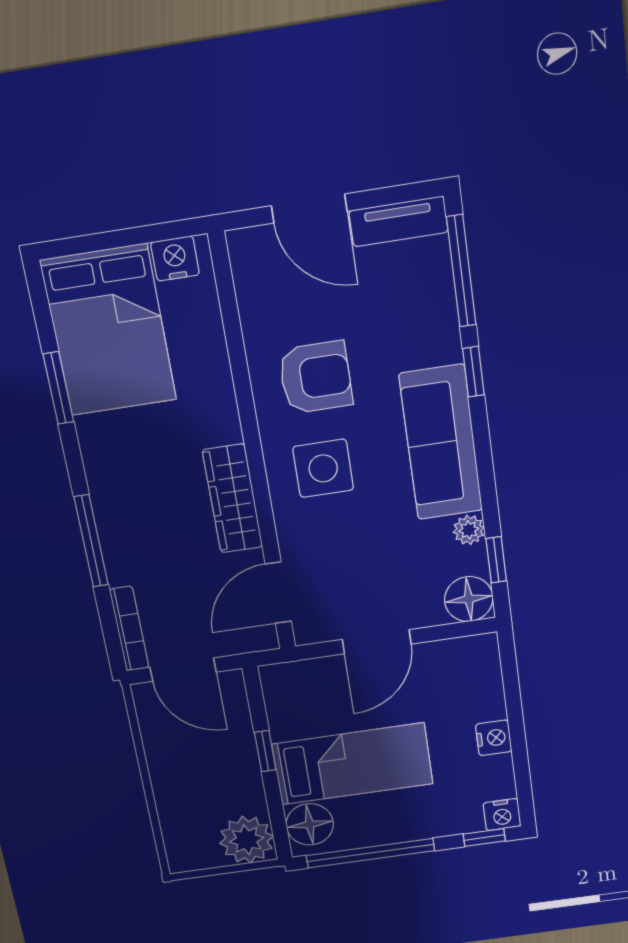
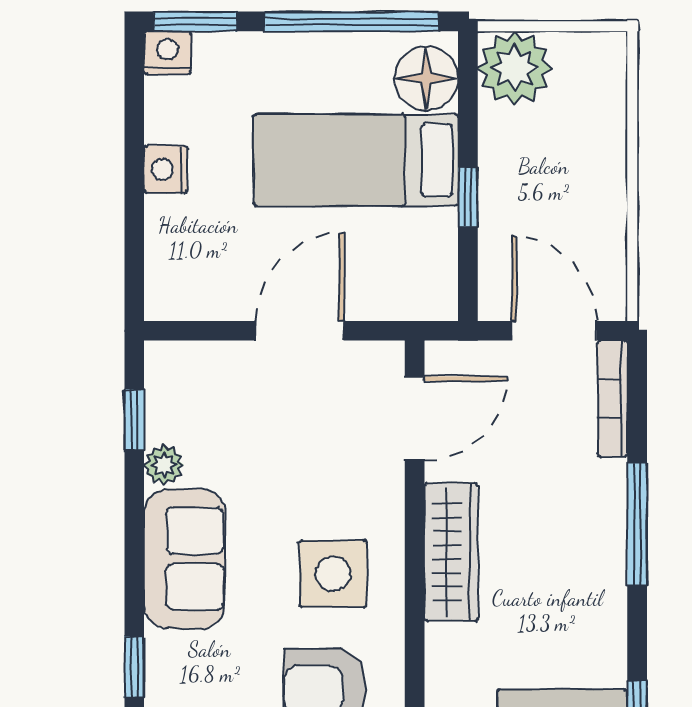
sofa: (441, 443) -> (184, 559), width x0.73
floor lamp: (469, 599) -> (175, 371), removed
window: (484, 837) -> (195, 21), width x1.50

